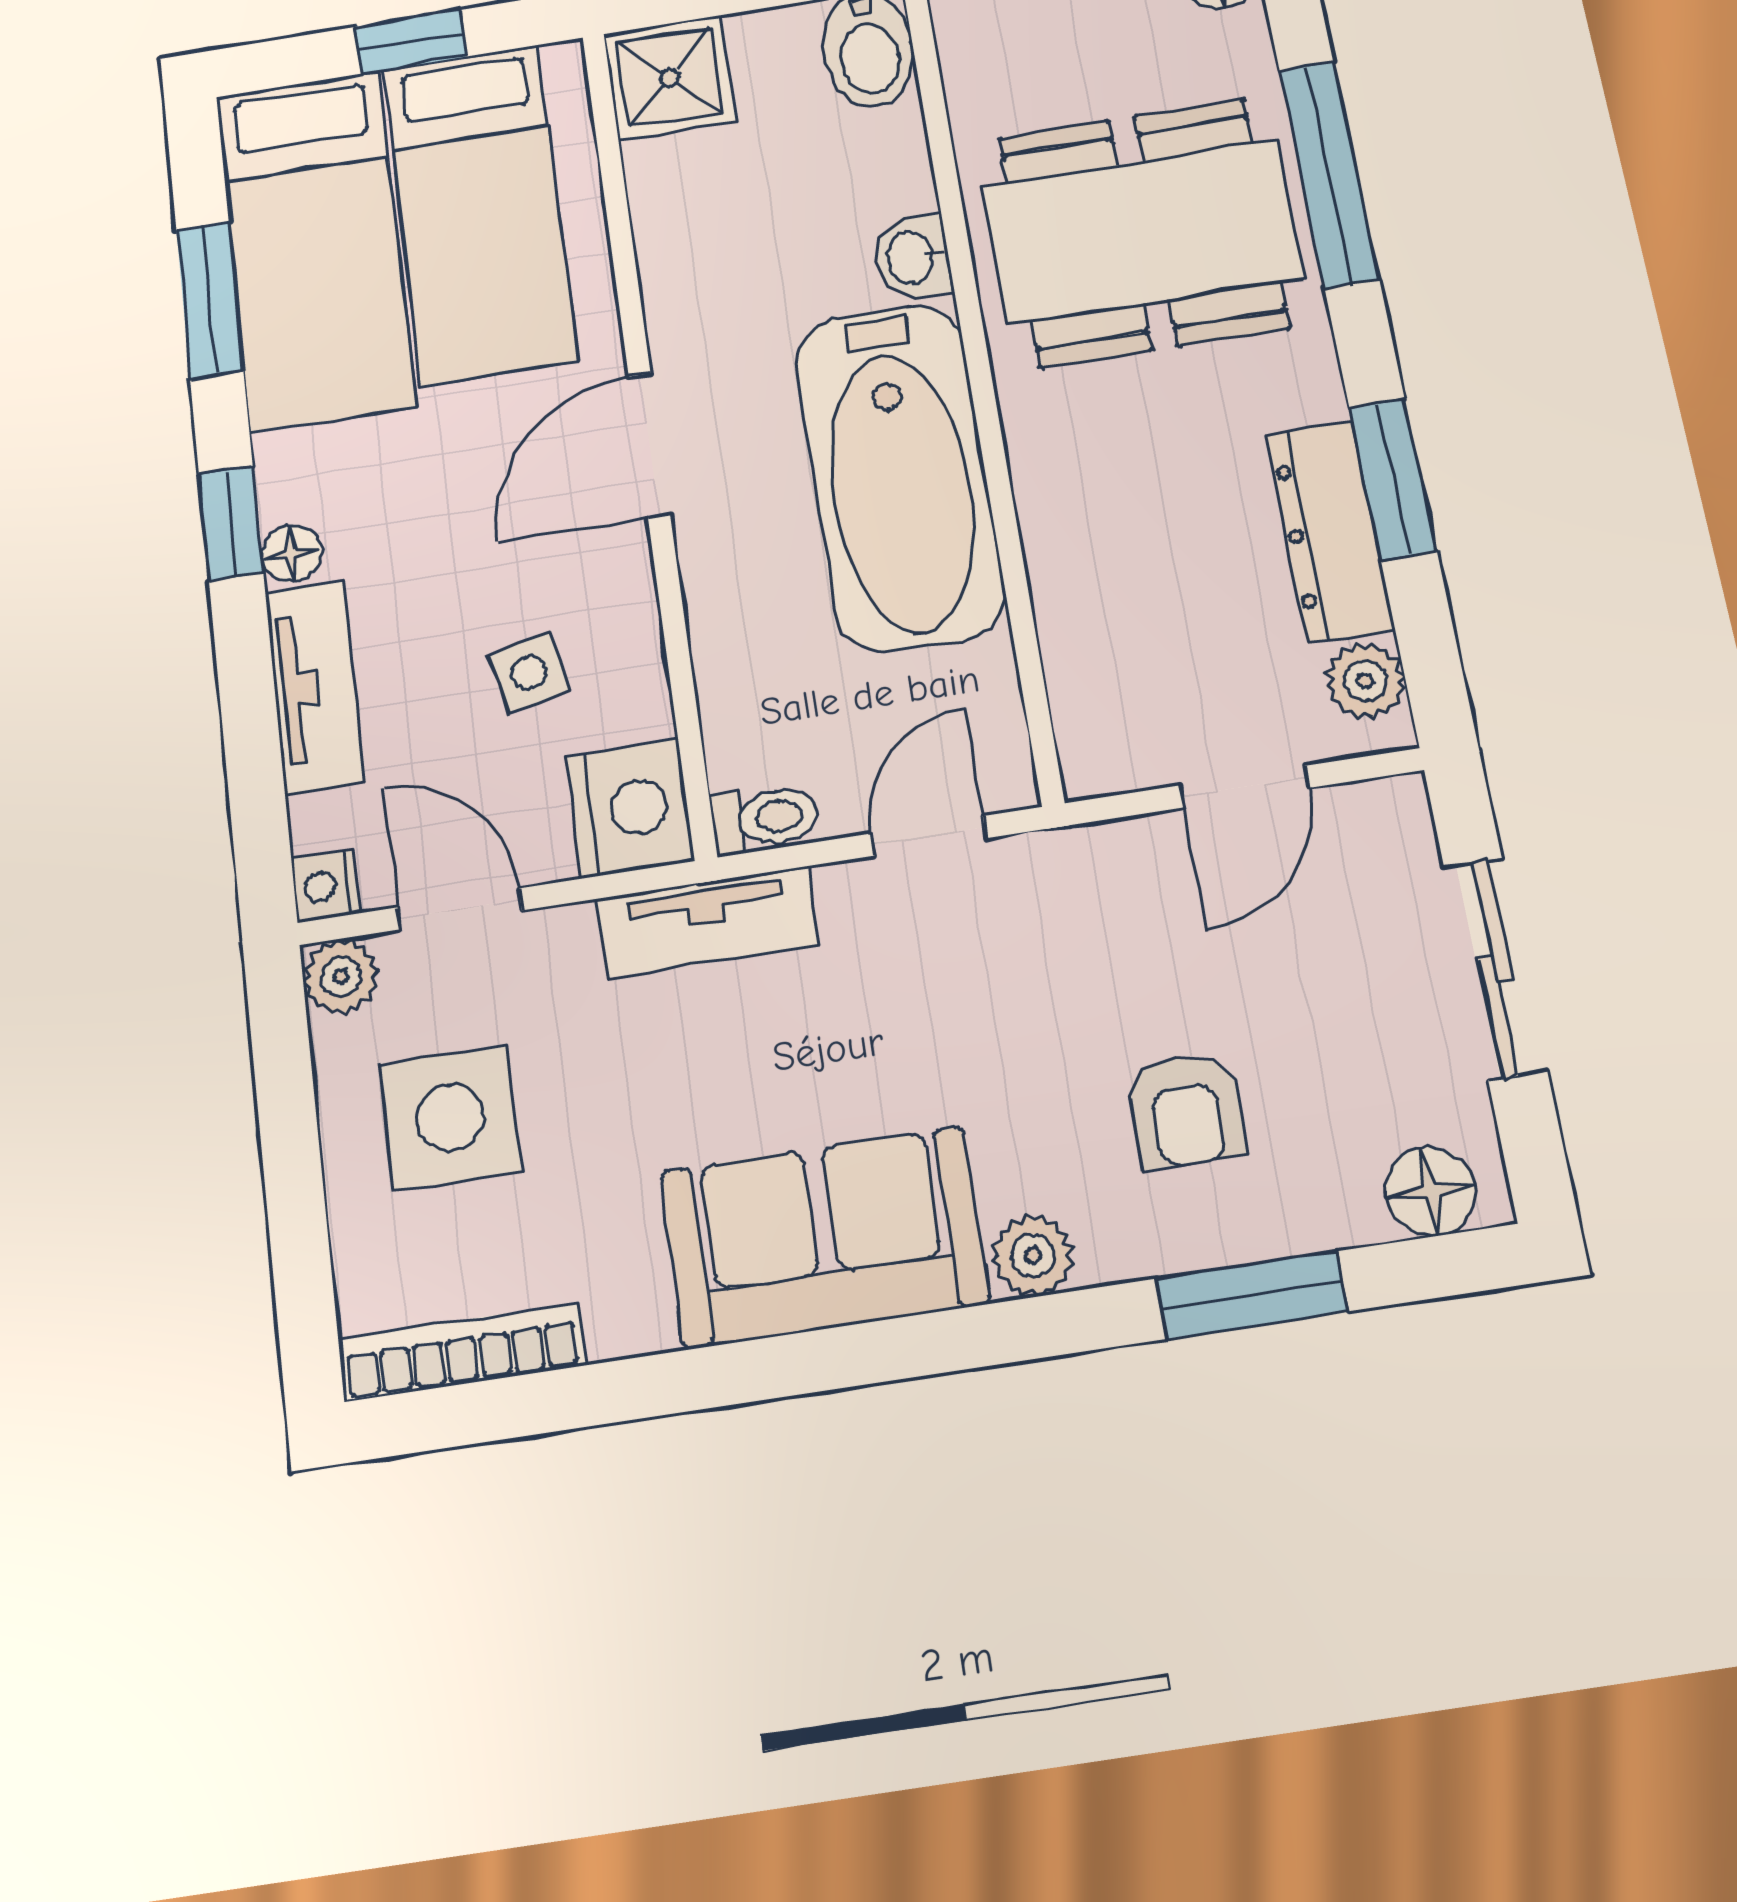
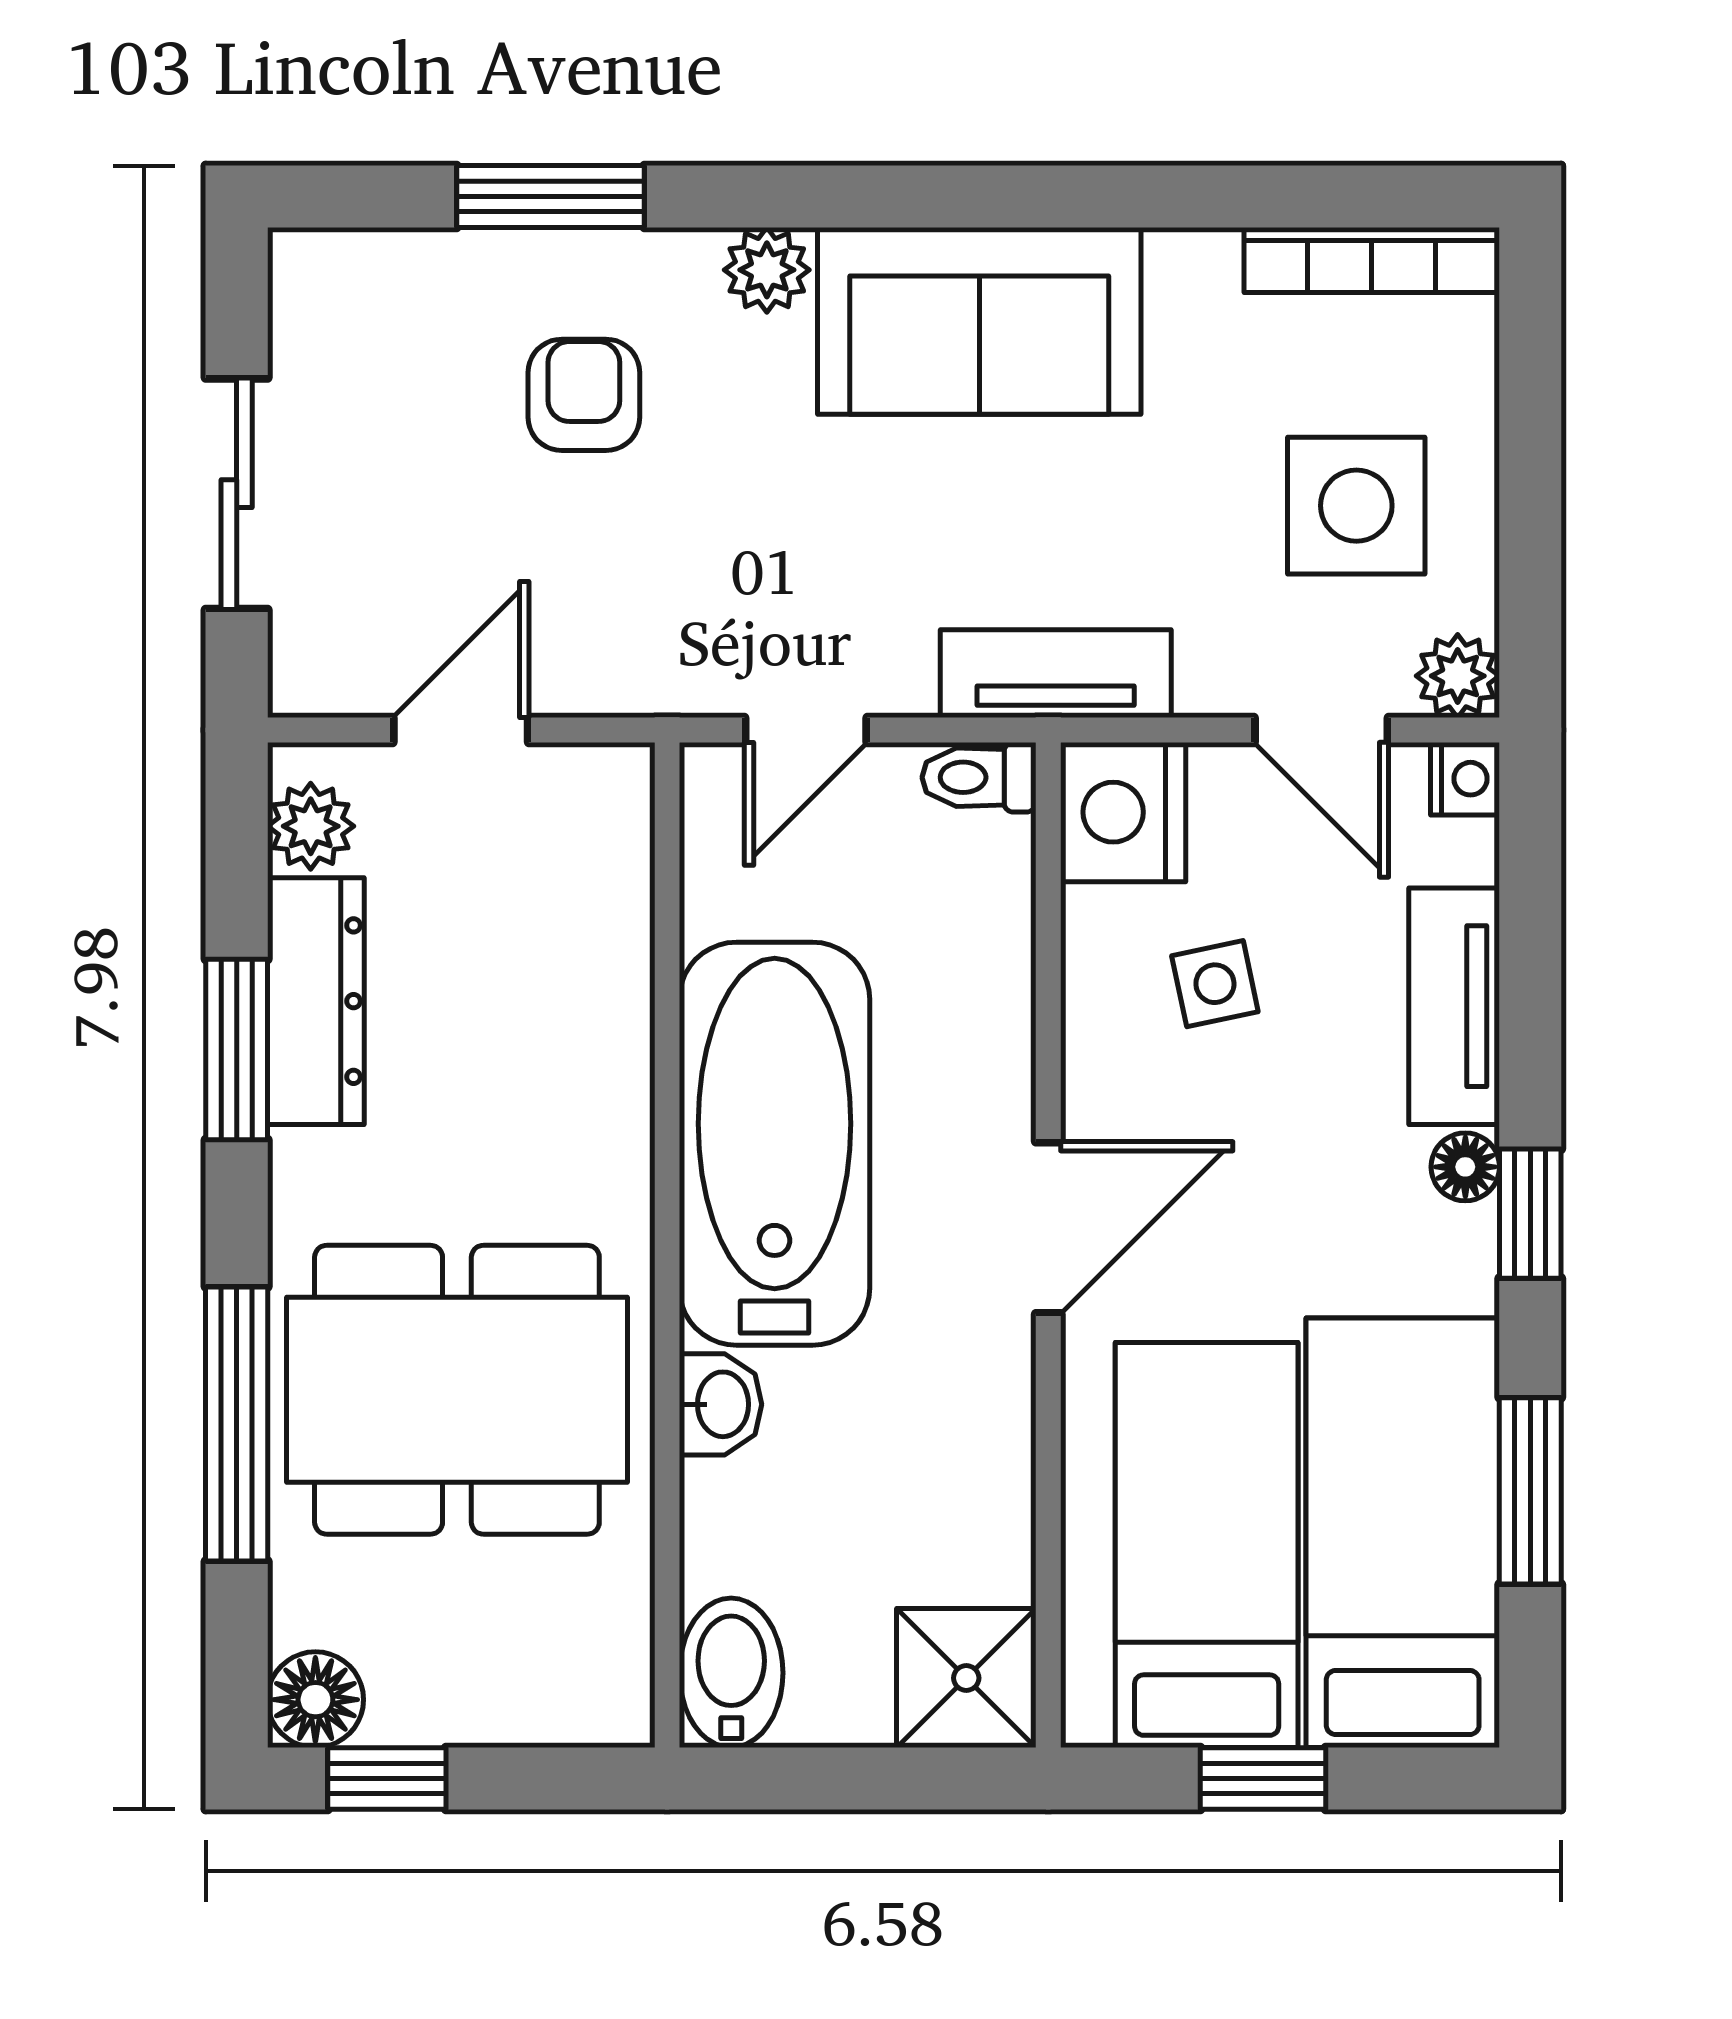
floor lamp: (1430, 1191) -> (350, 274), removed

